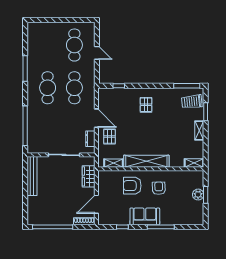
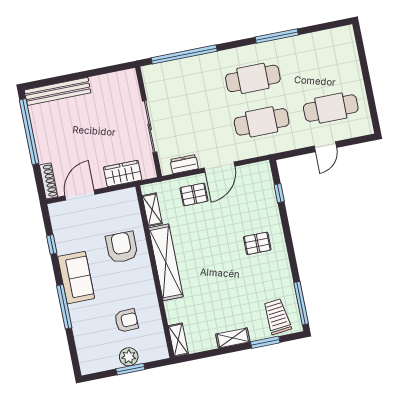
bench: (32, 176) -> (58, 91), moved
armchair: (159, 188) -> (126, 320), moved
door: (96, 204) -> (80, 195), hinge flipped

